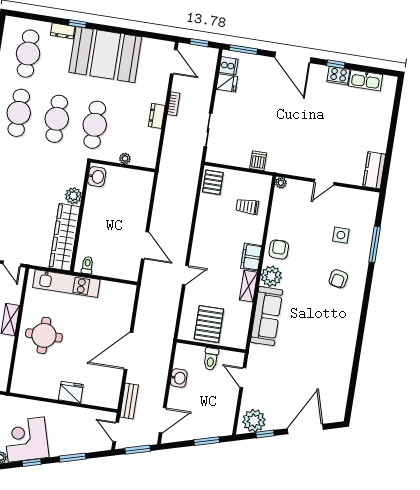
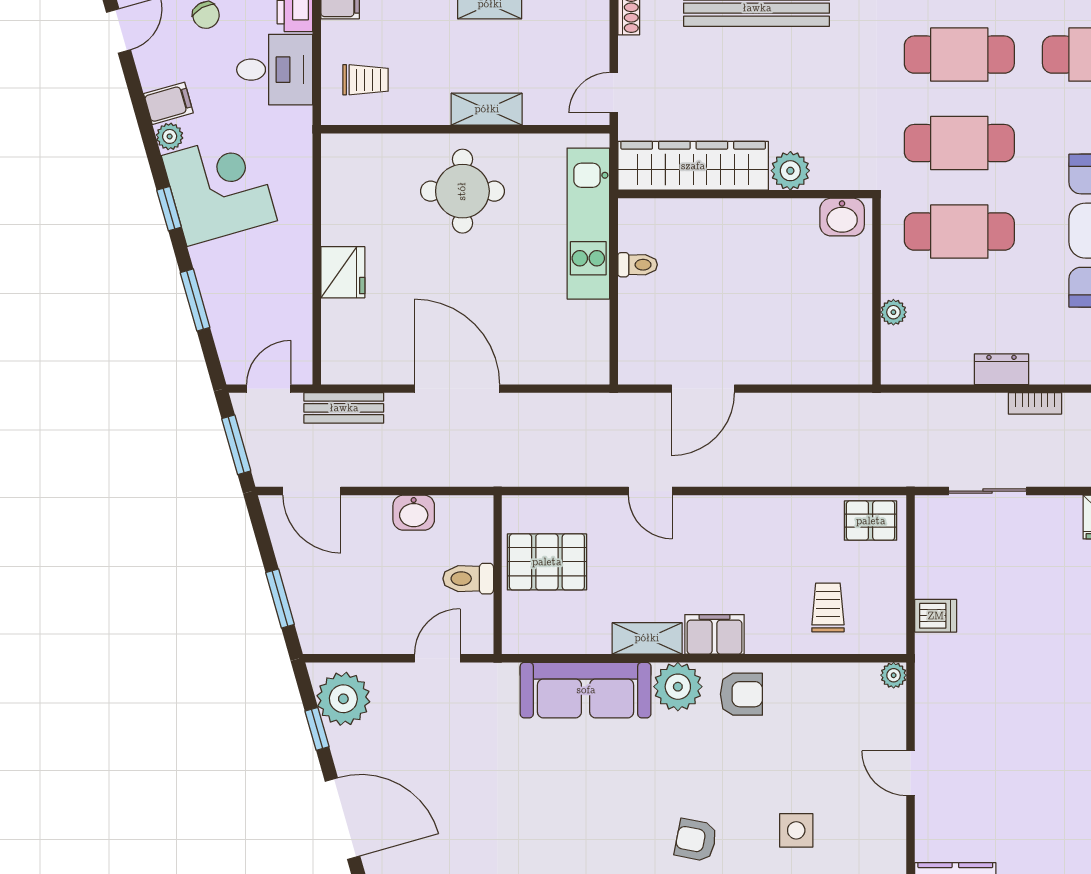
washbasin: (97, 177) -> (842, 217), moved
plant: (73, 196) -> (790, 171), moved
wall: (80, 217) -> (745, 194), moved
wardrobe: (65, 237) -> (693, 166), moved

